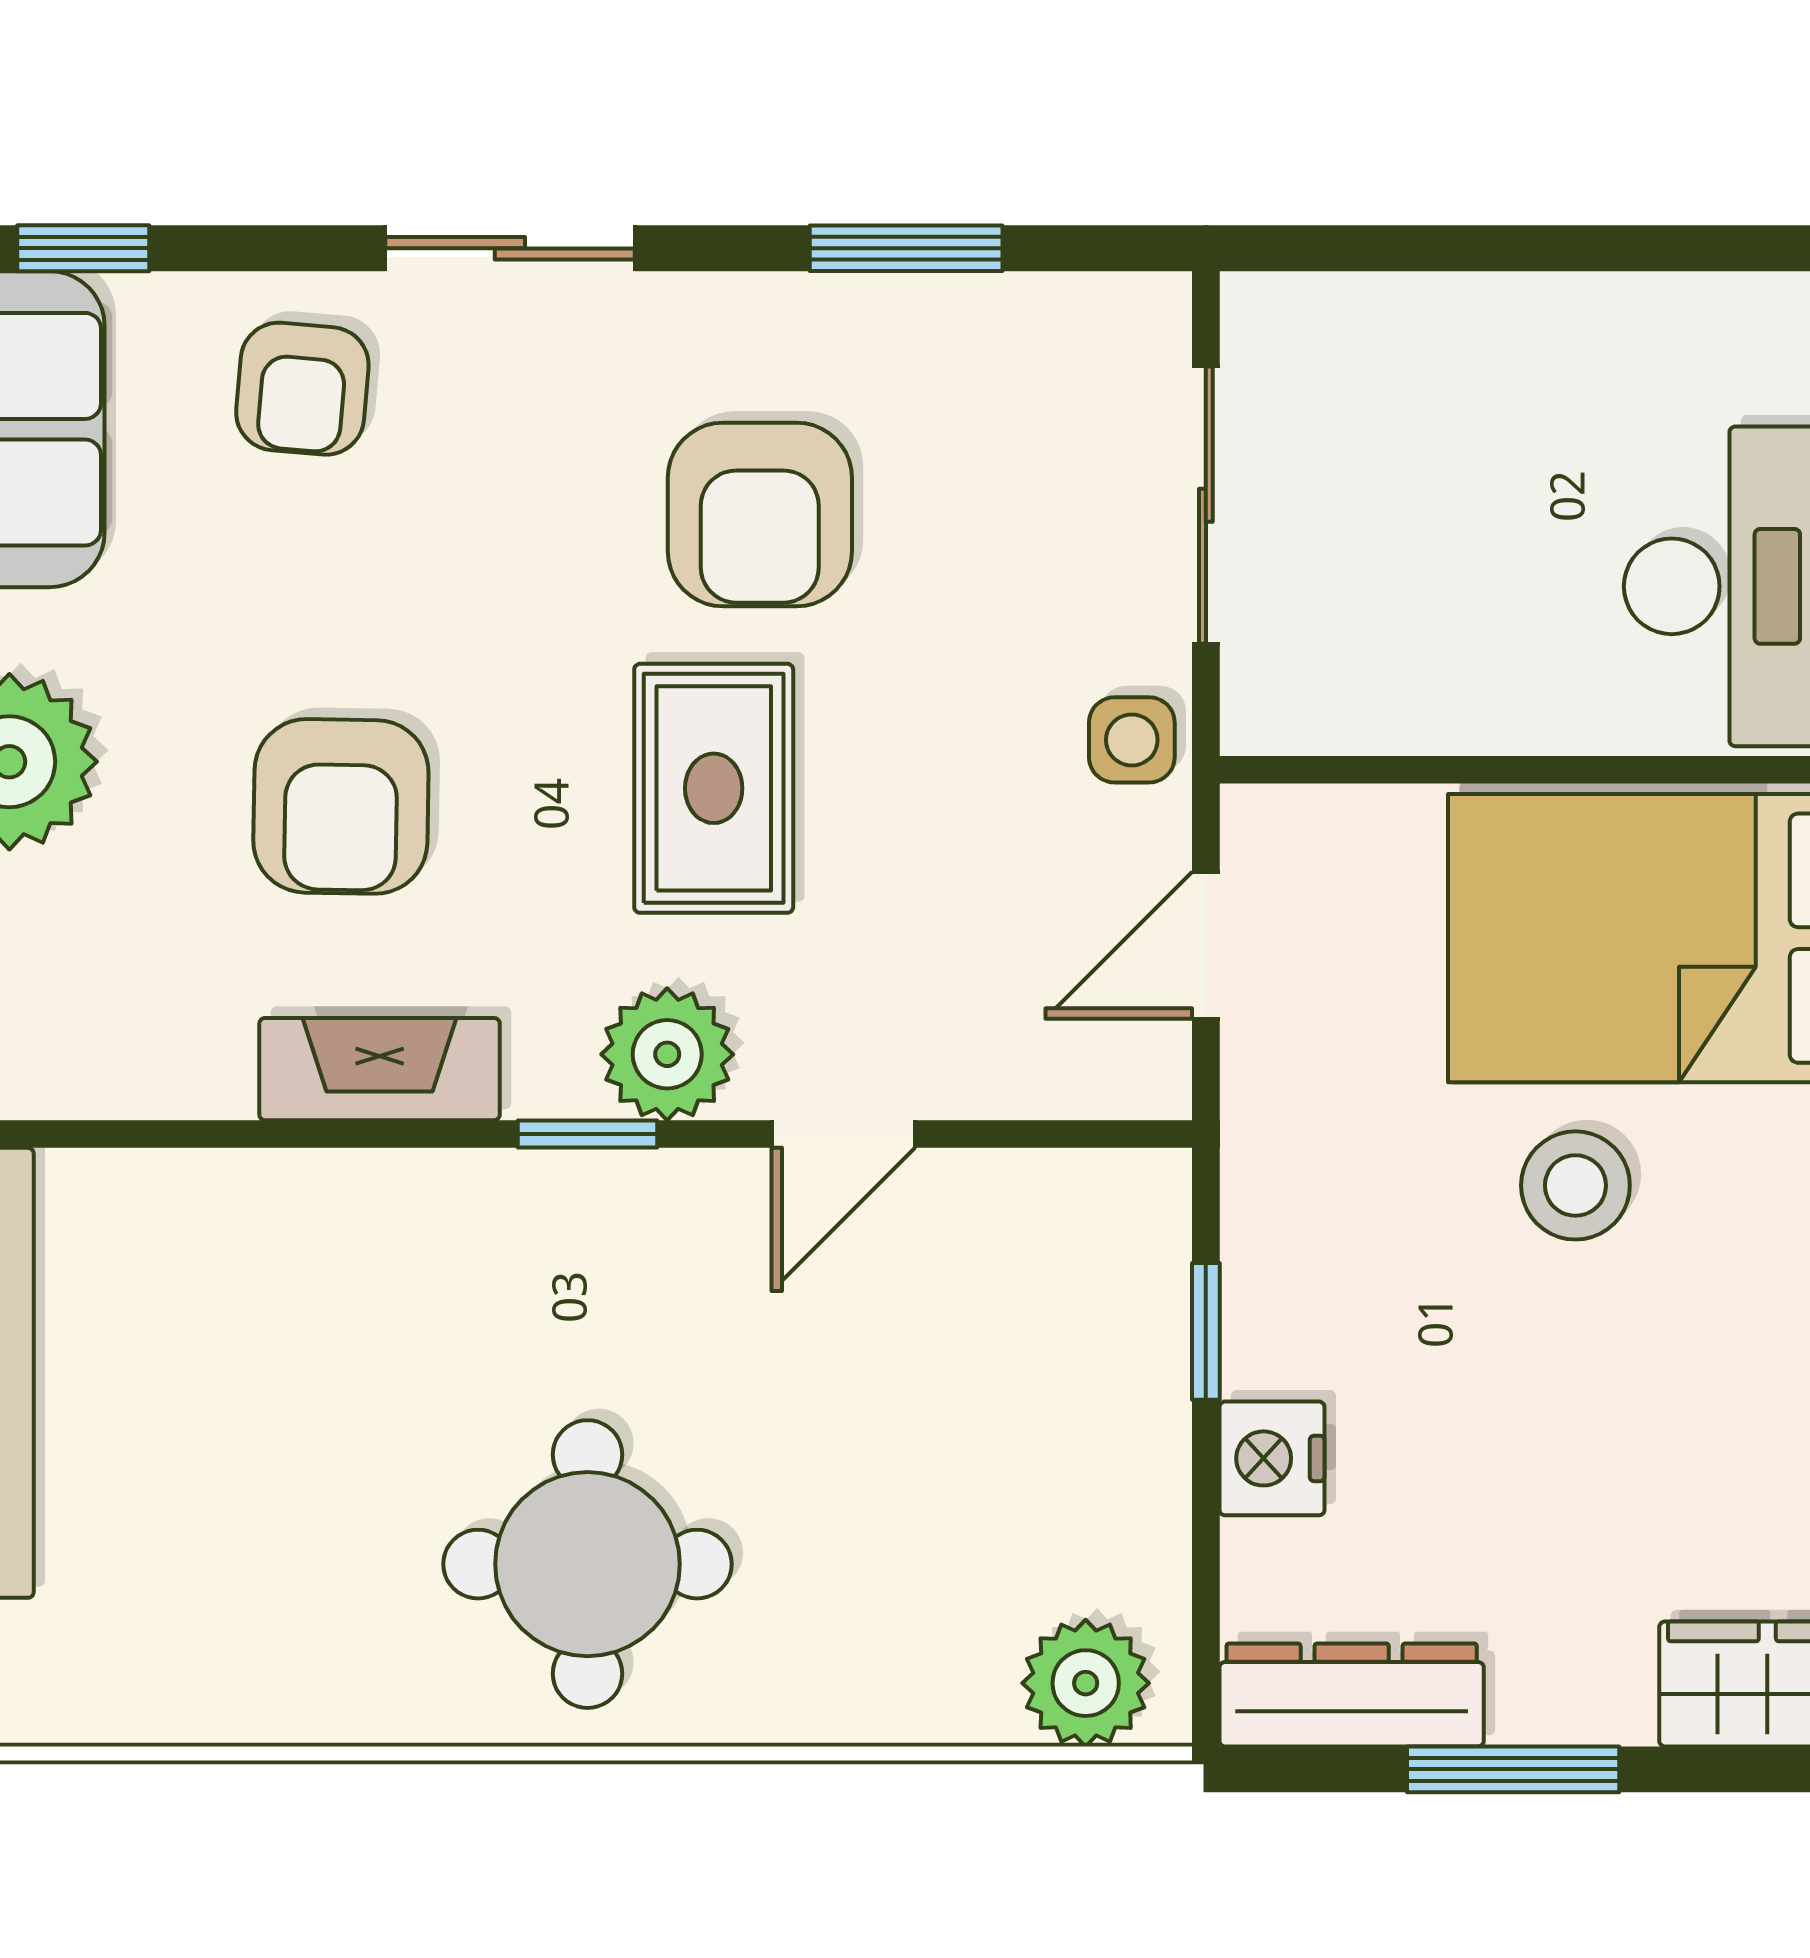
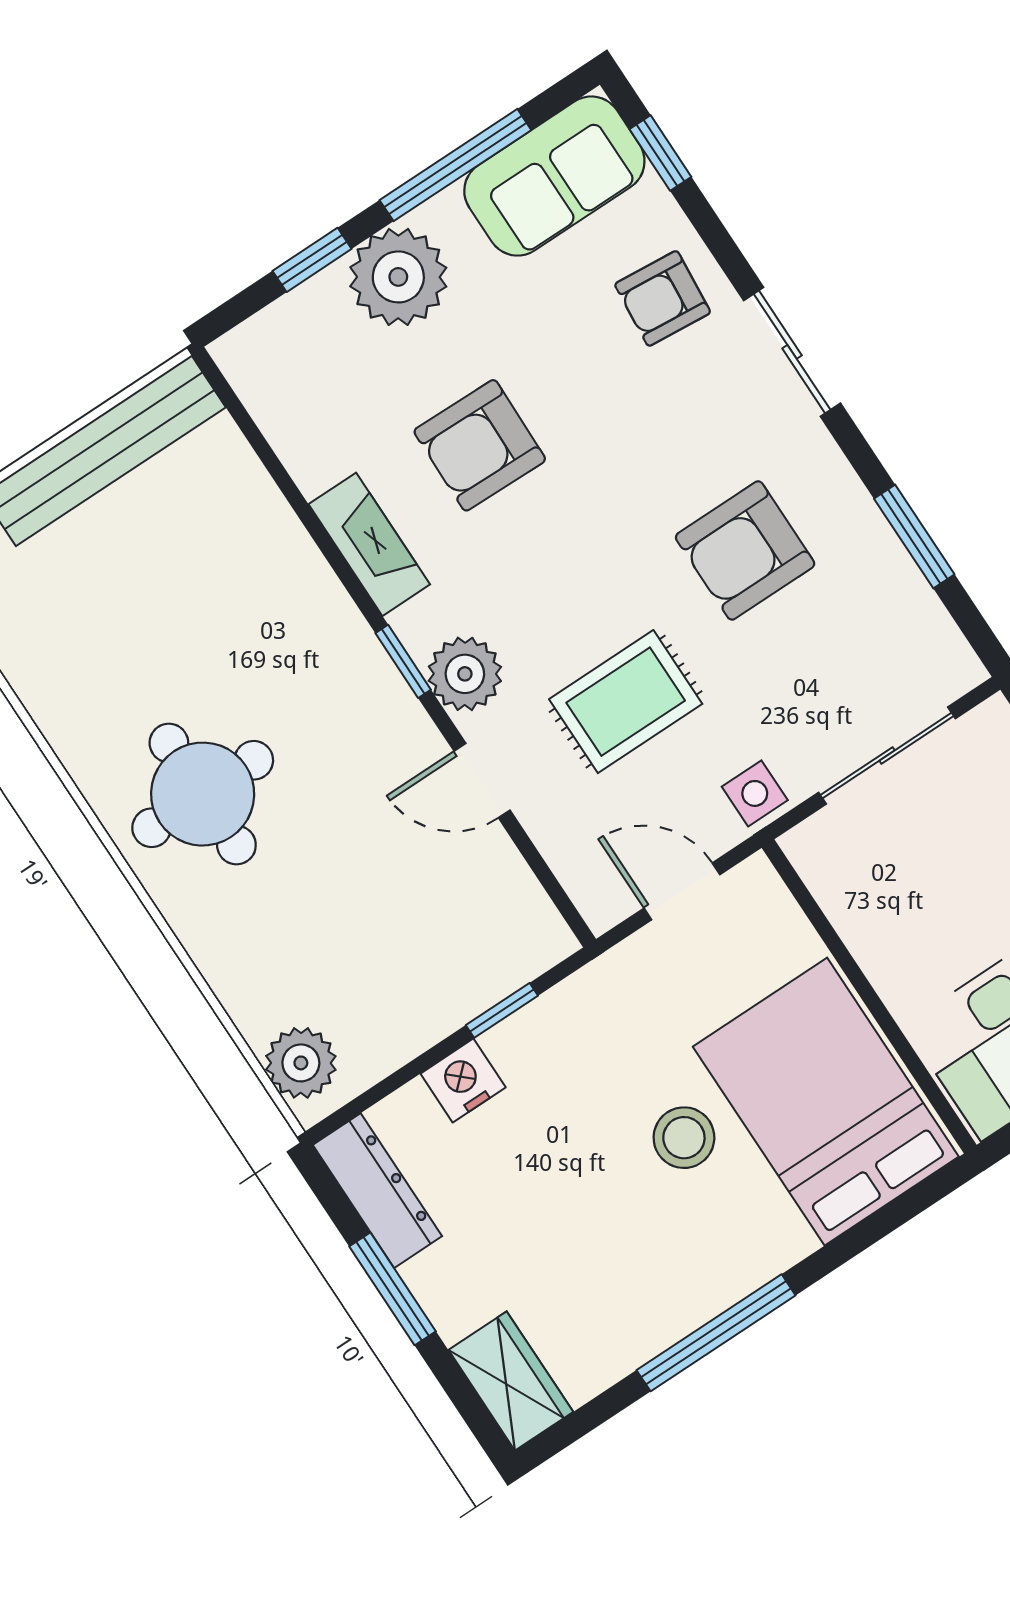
rug: (714, 788) -> (626, 702), moved

